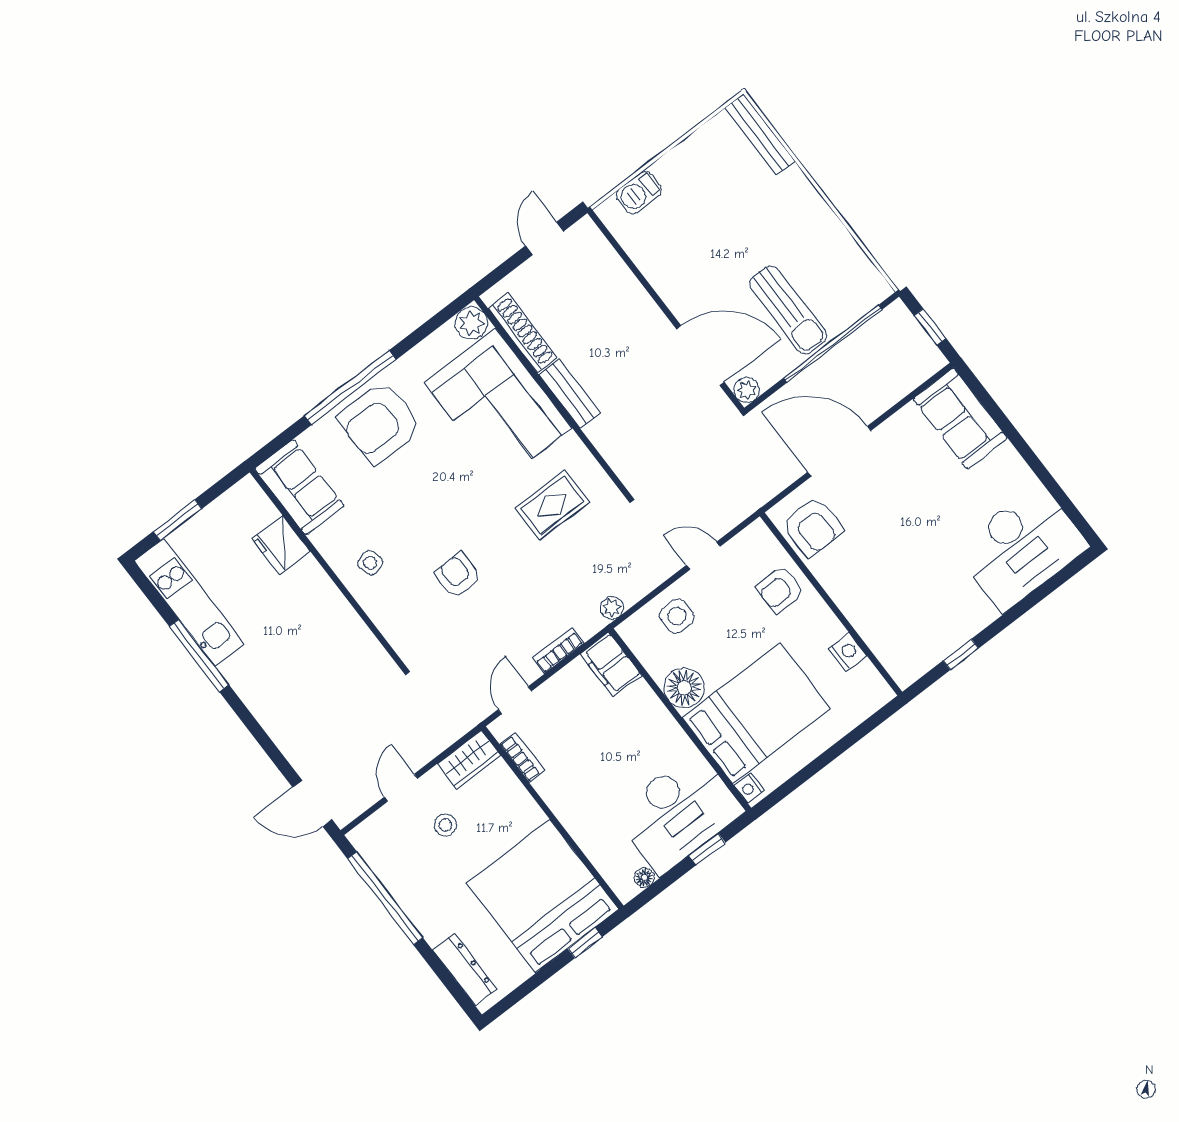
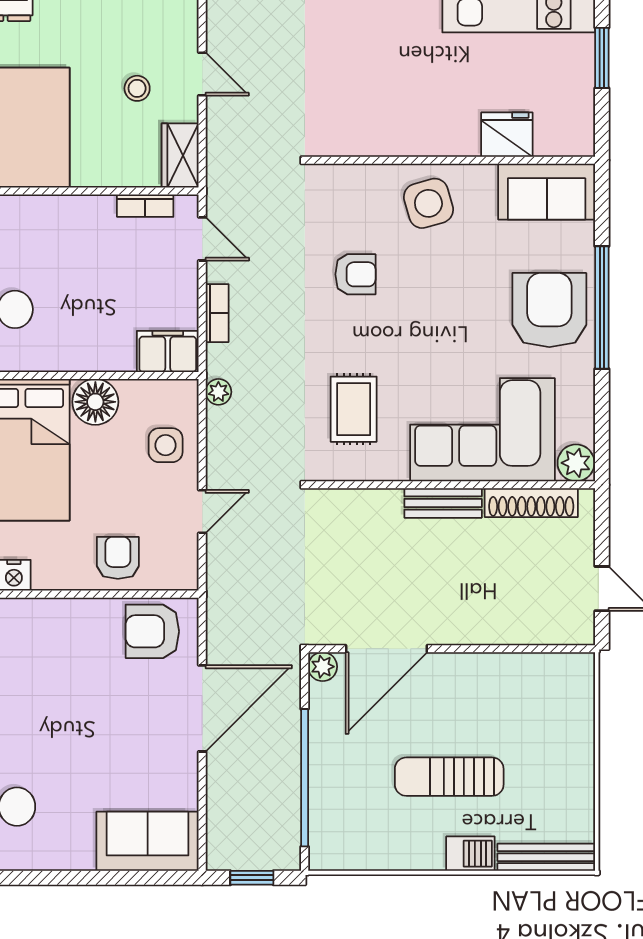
barbecue: (639, 192) -> (470, 854), moved, turned 90
sun lounger: (788, 310) -> (449, 777), moved
side table: (370, 563) -> (428, 203), width x1.87, depth x1.87

